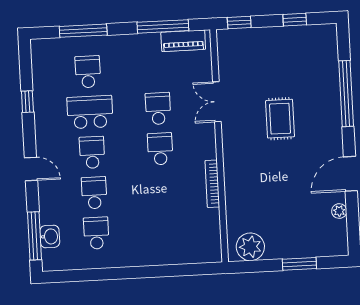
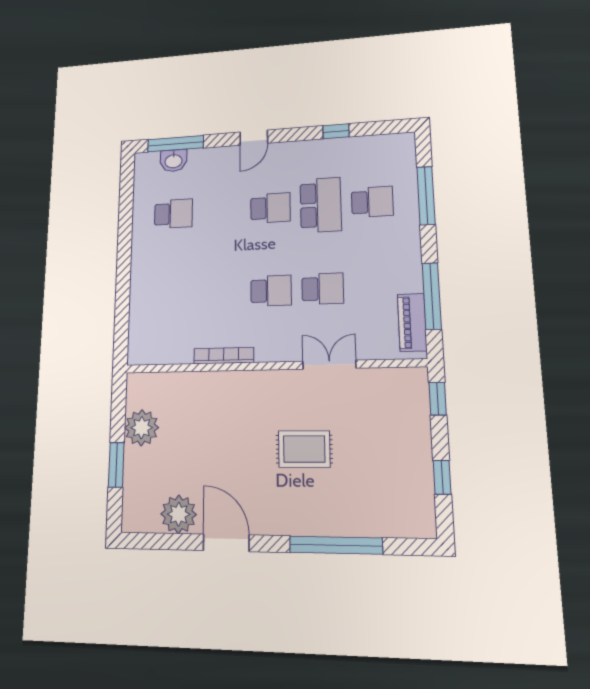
school desk: (94, 193) -> (221, 211), removed
plant: (339, 211) -> (179, 514), width x1.88, depth x1.88
plant: (250, 247) -> (142, 428), moved

